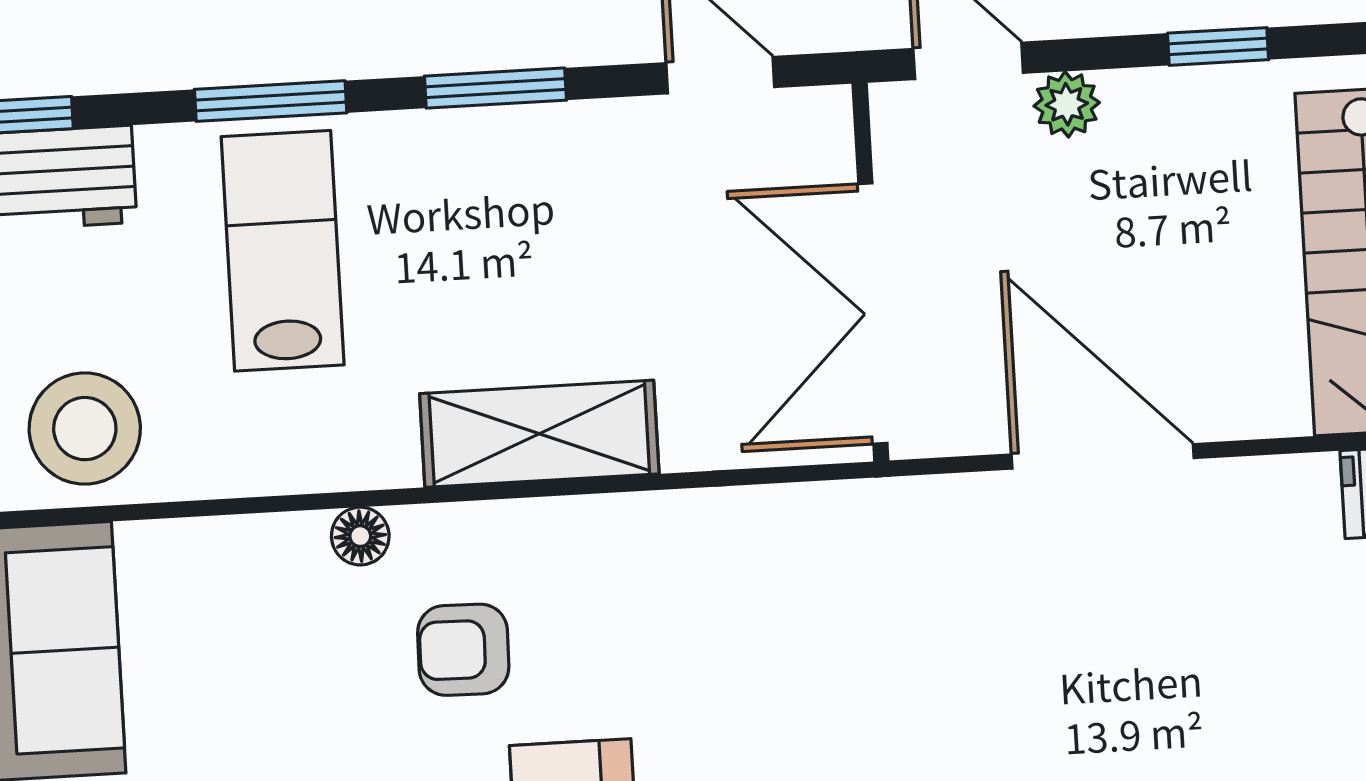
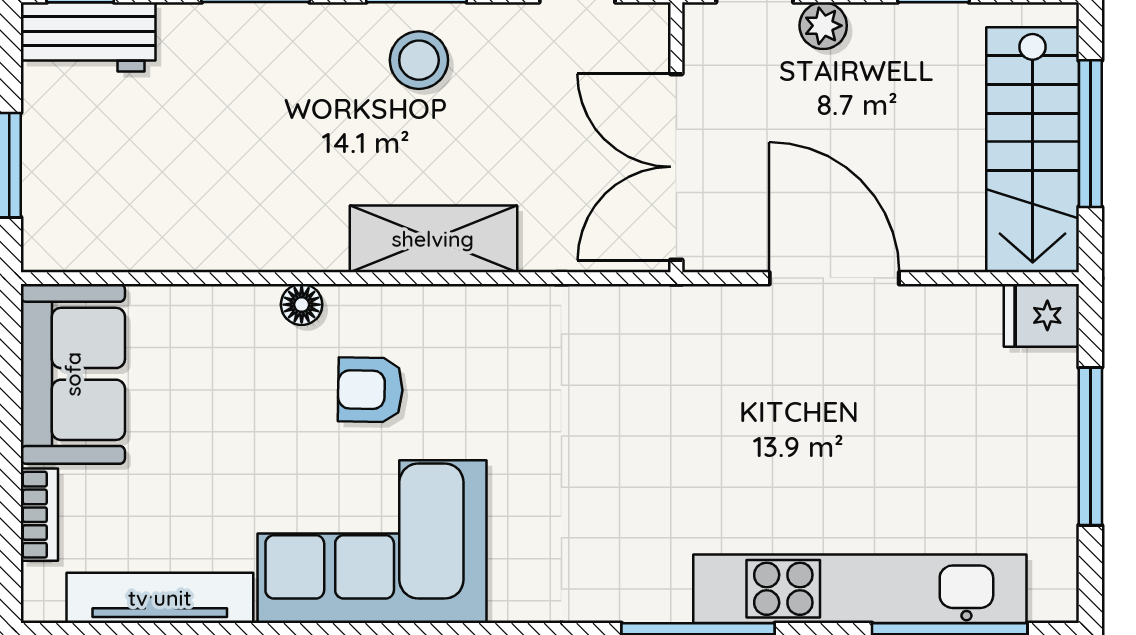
lab bench: (283, 251) -> (258, 98), removed
stool: (85, 429) -> (419, 60), moved, width x0.73, depth x0.73

